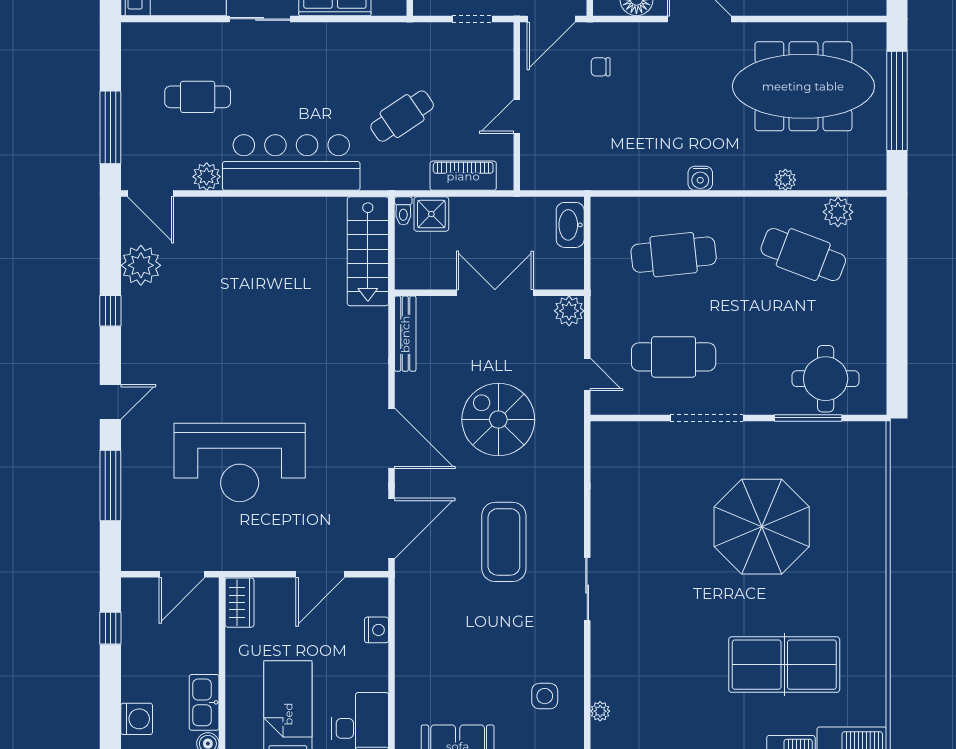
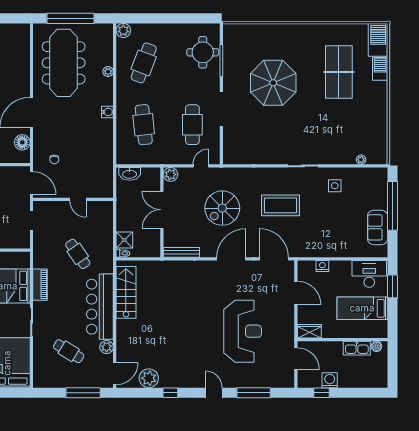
cafe table: (198, 97) -> (69, 351), turned -59
piano: (463, 176) -> (40, 285), moved, turned 180
plant: (838, 212) -> (123, 30), moved
stairs: (368, 251) -> (126, 292), moved, turned -90
side table: (545, 696) -> (335, 186), moved
washing machine: (137, 719) -> (330, 380), moved

